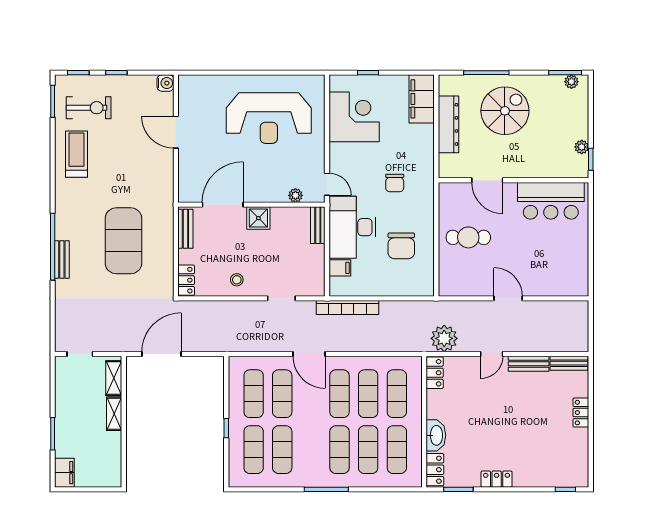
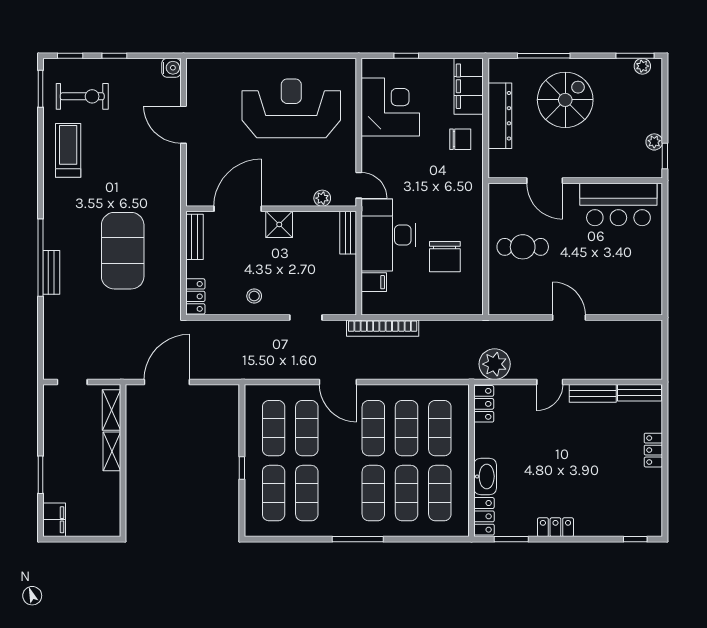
reception desk: (269, 118) -> (291, 108), turned 180
chair: (395, 183) -> (460, 139), moved, turned -90

